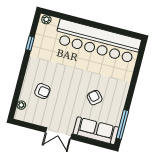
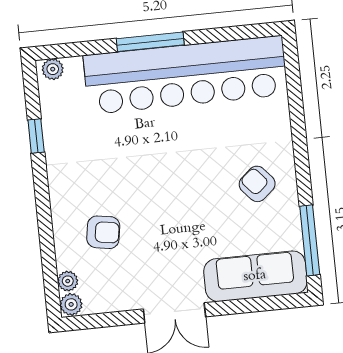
window: (89, 23) -> (150, 42), added
armchair: (95, 98) -> (257, 184), moved
plant: (19, 115) -> (71, 304), added

